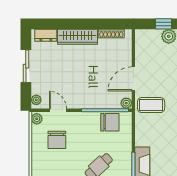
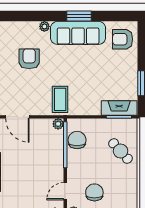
door: (133, 79) -> (17, 117), moved
chair: (57, 140) -> (94, 192), turned -90

